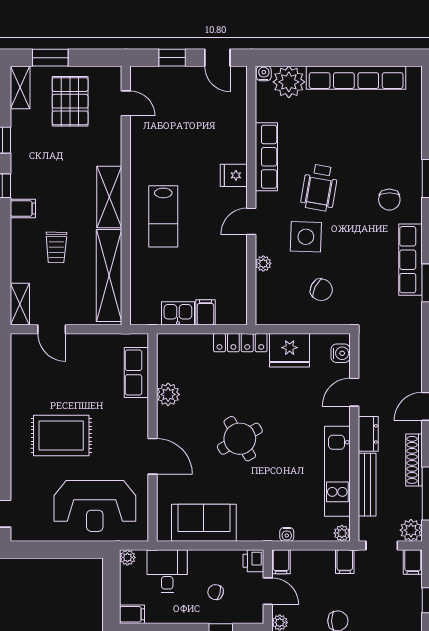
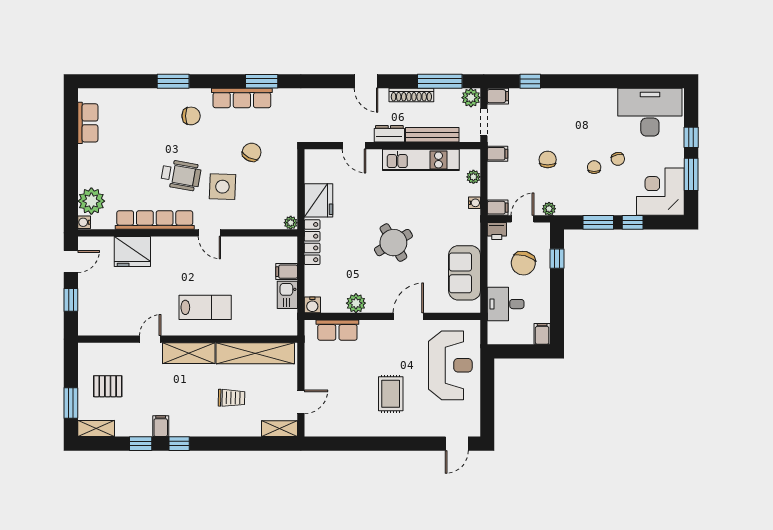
row of seats: (356, 78) -> (88, 123), width x0.50
pallet: (70, 101) -> (108, 386), width x0.67, depth x0.71
door: (126, 103) -> (150, 339), moved
row of seats: (266, 157) -> (155, 220), width x1.36
fridge: (234, 175) -> (132, 252), moved, width x1.88, depth x1.34
filing cabinet: (23, 209) -> (161, 426), moved
plant: (263, 263) -> (291, 223), moved
chair: (321, 290) -> (252, 152), moved
water cooler: (341, 353) -> (312, 305), moved, turned 180
rug: (61, 435) -> (391, 394), width x0.73, depth x0.70
plant: (342, 533) -> (473, 177), moved
plant: (127, 557) -> (494, 338), removed
chair: (216, 592) -> (523, 263), width x1.87, depth x1.87

